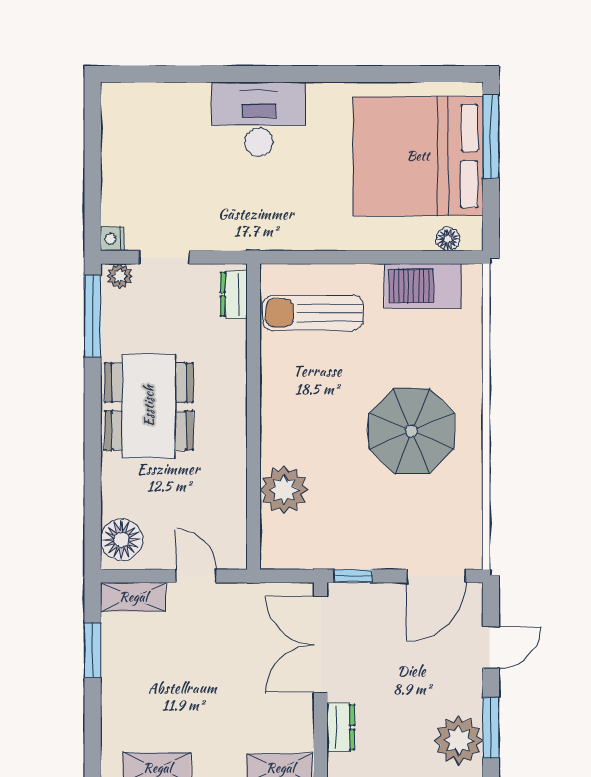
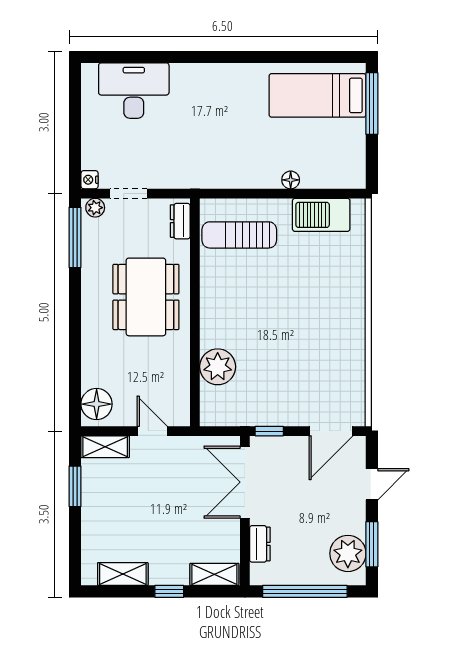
desk: (259, 119) -> (134, 91), moved
bed: (418, 156) -> (318, 95), width x0.49
floor lamp: (448, 239) -> (291, 180), moved
dining table: (149, 406) -> (146, 297), moved
parasol: (412, 431) -> (313, 323), removed

